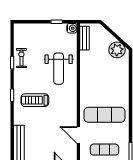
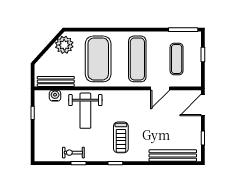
water cooler: (72, 28) -> (55, 96), moved
bench: (85, 38) -> (56, 81), width x1.36
weight bench: (59, 69) -> (85, 111), turned 90
exercise mat: (104, 80) -> (98, 59), added

